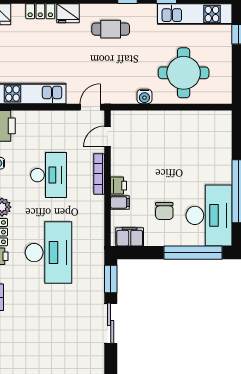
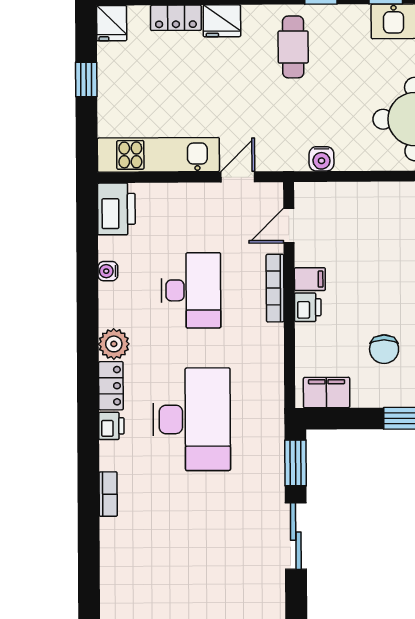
cafe table: (111, 29) -> (293, 47), turned 90
water cooler: (144, 96) -> (321, 159), moved
door: (90, 107) -> (238, 177), moved
filing cabinet: (120, 202) -> (310, 279), moved

